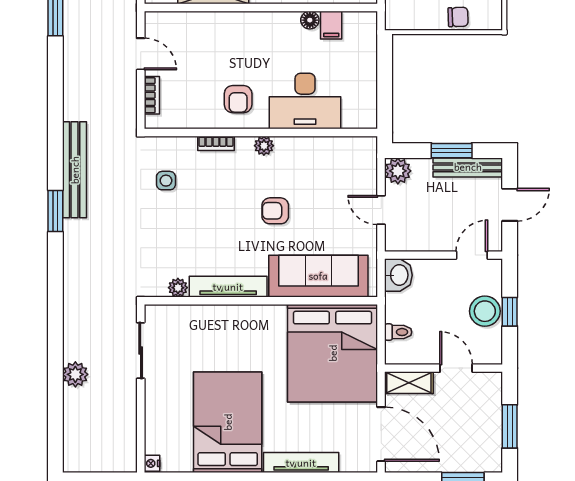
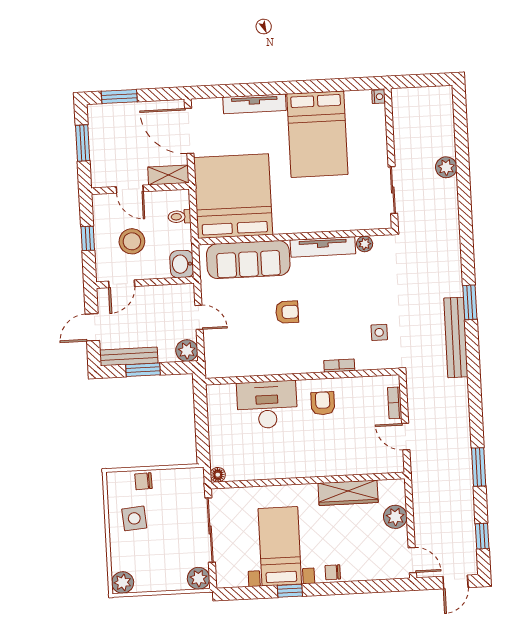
floor lamp: (310, 20) -> (218, 475), moved
filing cabinet: (331, 25) -> (249, 469), removed
plant: (264, 146) -> (299, 366), removed
stool: (485, 311) -> (132, 241), moved

